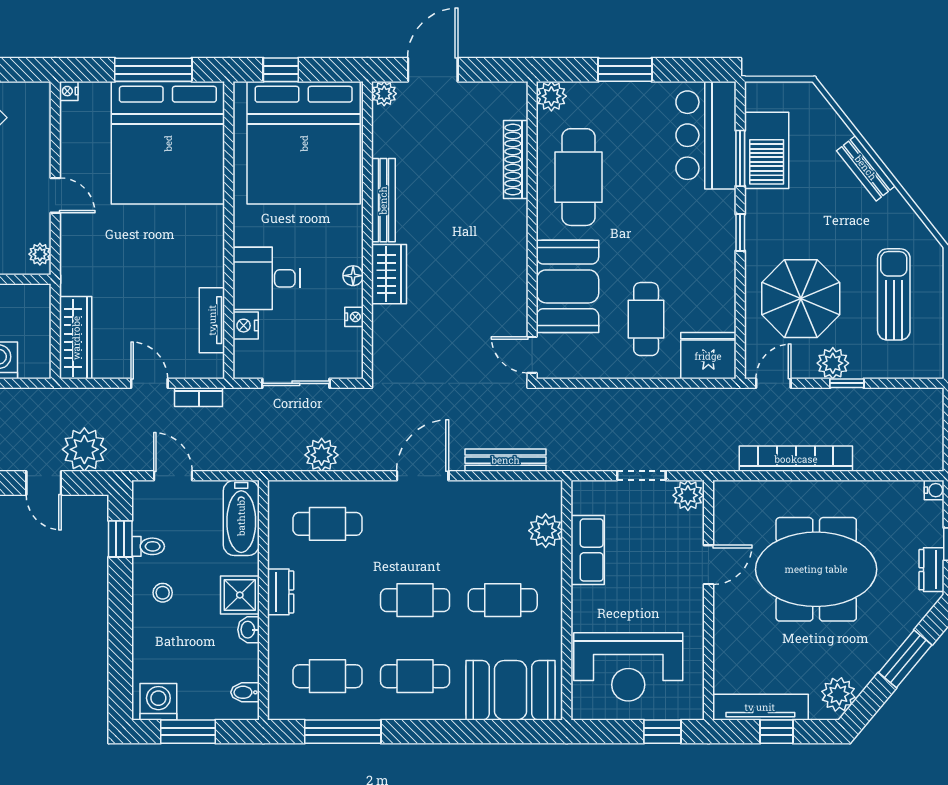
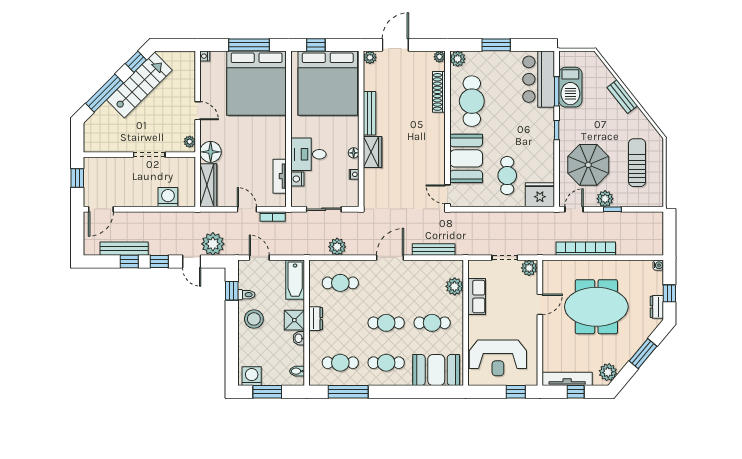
plant: (517, 92) -> (439, 57), added
floor lamp: (80, 274) -> (211, 152), added
stool: (163, 593) -> (254, 319), width x1.89, depth x1.89

